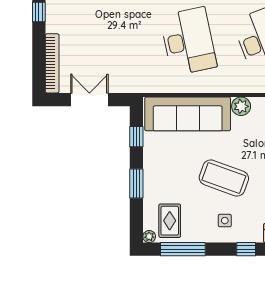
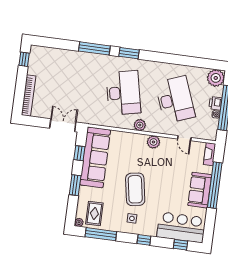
plant: (218, 85) -> (140, 125), added
double door: (89, 100) -> (63, 125), moved
sofa: (188, 114) -> (95, 157), moved, turned -90
coffee table: (224, 178) -> (135, 189), turned 60

